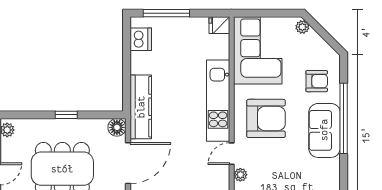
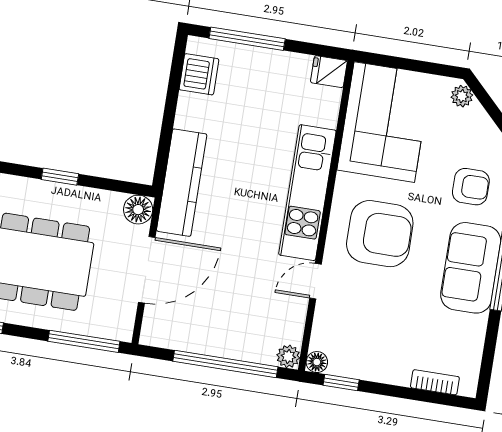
plant: (240, 175) -> (324, 317), removed

